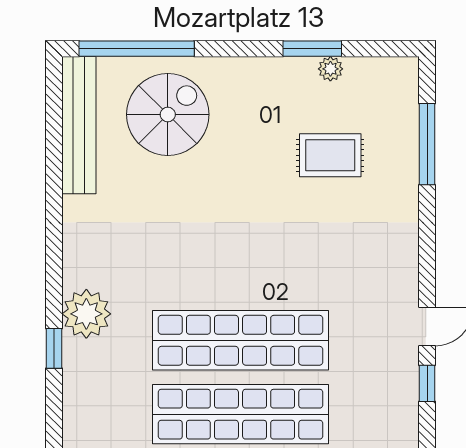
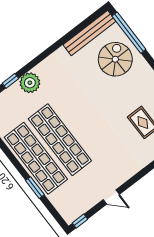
spiral stairs: (168, 114) -> (115, 59), turned -90
window: (427, 383) -> (80, 221), moved

